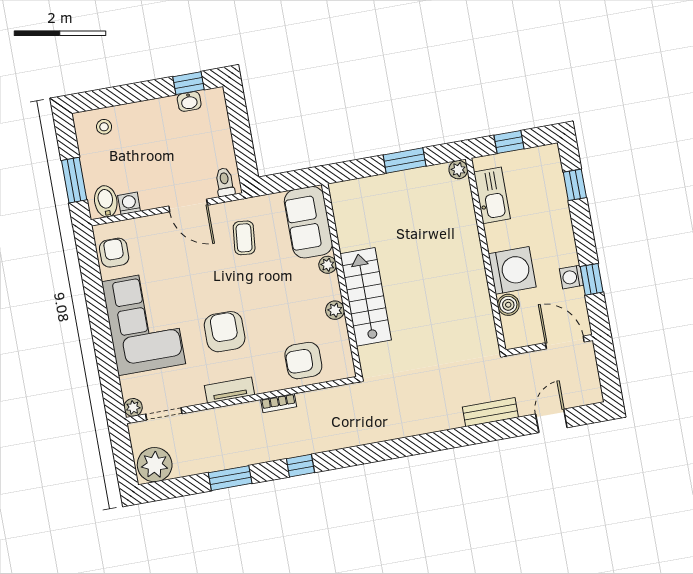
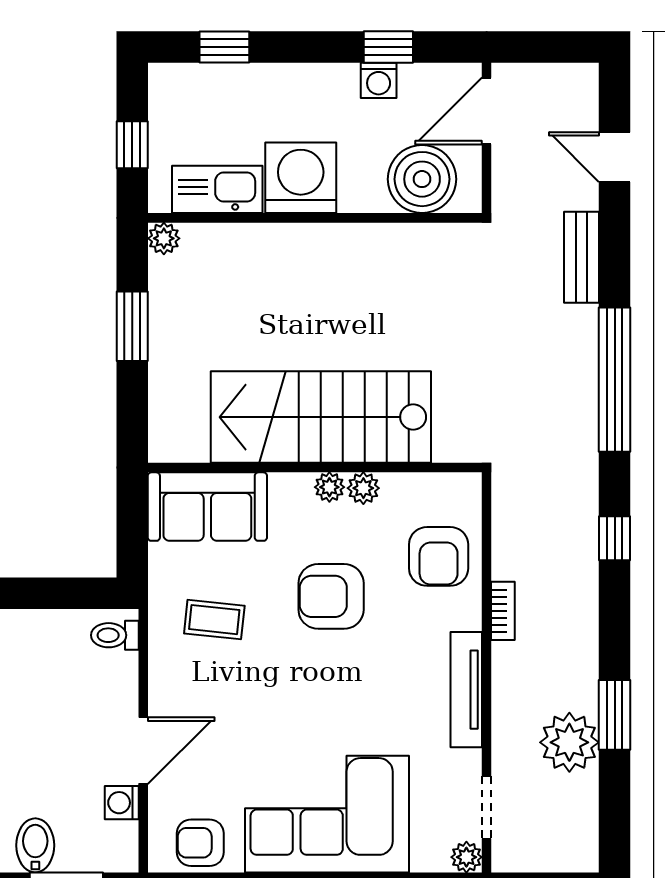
bidet: (106, 201) -> (35, 845), moved, turned 90
door: (188, 206) -> (143, 751), moved
plant: (328, 265) -> (329, 487), moved
washing machine: (512, 270) -> (301, 178), moved
stairs: (366, 297) -> (321, 417), width x1.36, depth x1.51
boiler: (508, 305) -> (422, 179), width x1.86, depth x1.86
armchair: (225, 332) -> (331, 596), moved
tv unit: (230, 390) -> (466, 690), width x1.41
window: (423, 444) -> (615, 380), added
plant: (155, 465) -> (569, 742), moved
window: (300, 466) -> (615, 538), moved

